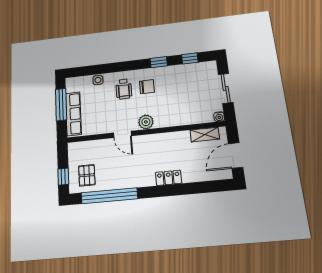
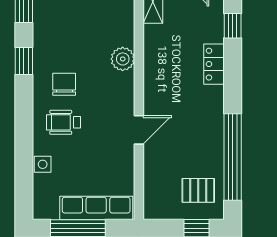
wheelchair: (124, 89) -> (63, 122), turned 180
plant: (146, 122) -> (123, 59), moved
window: (195, 188) -> (233, 26), added

